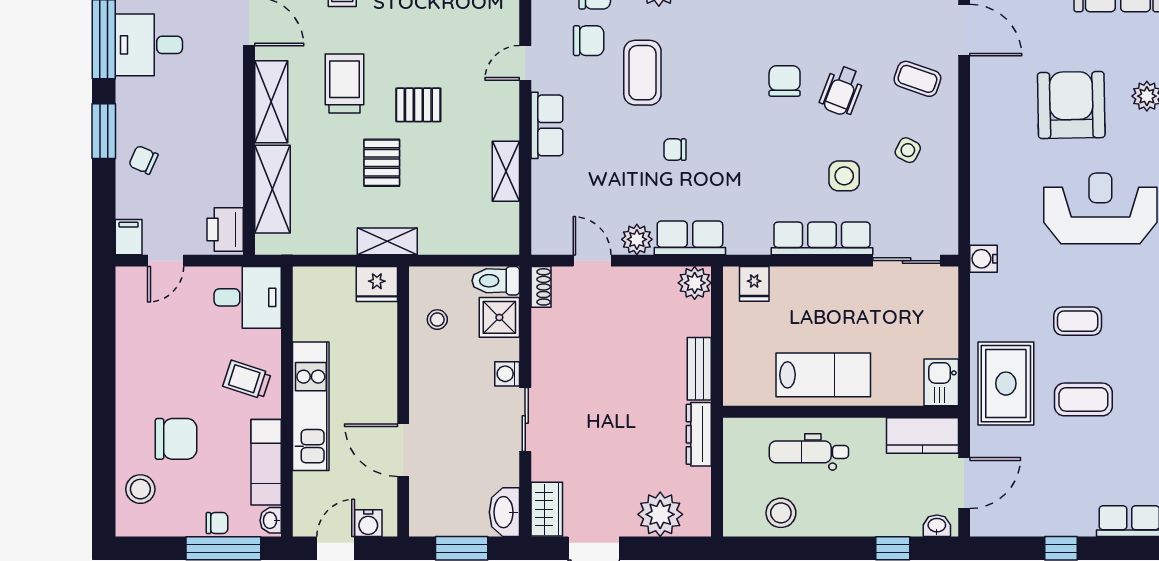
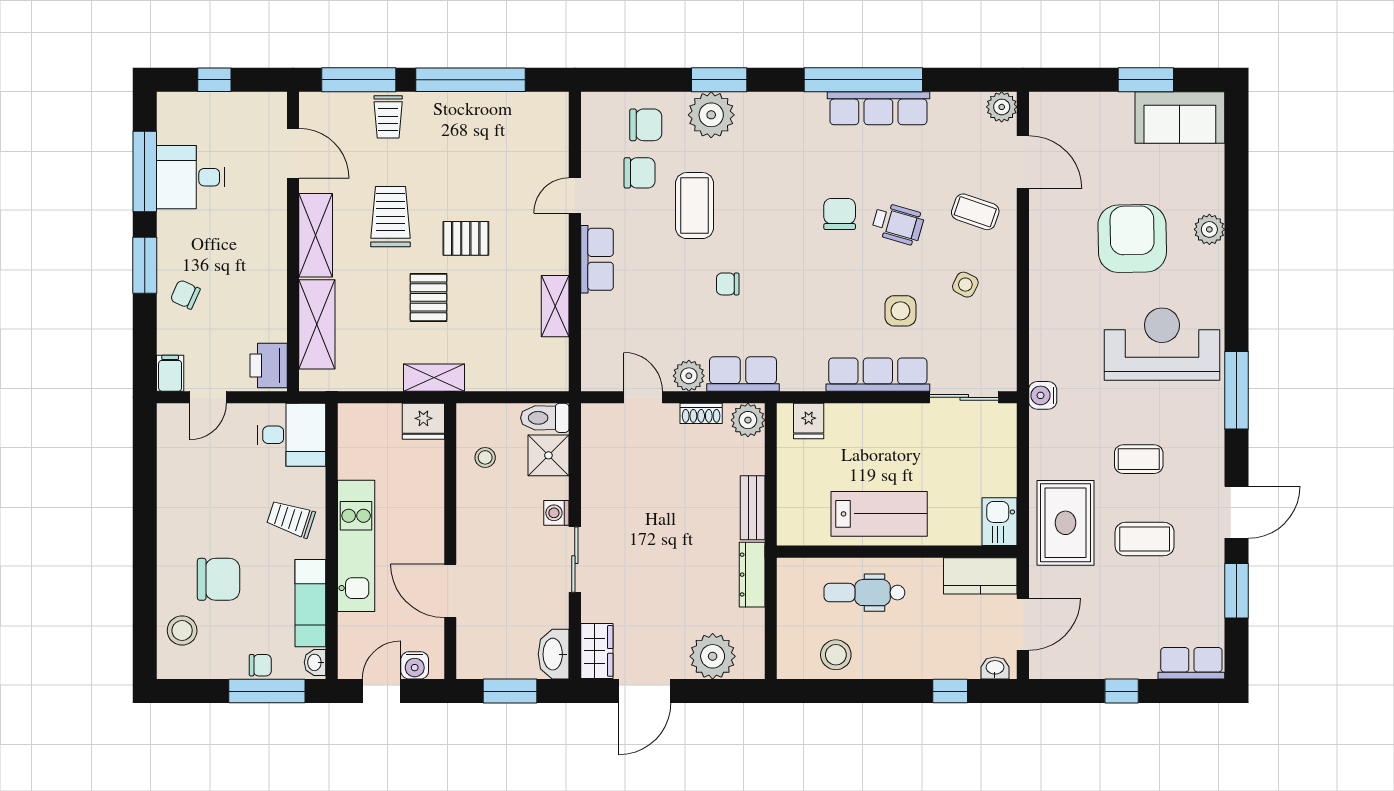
wheelchair: (842, 91) -> (898, 224), turned -95
shoe rack: (541, 287) -> (701, 413), moved, turned 90

